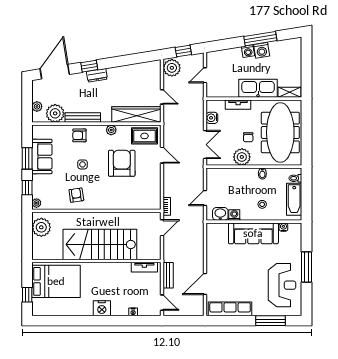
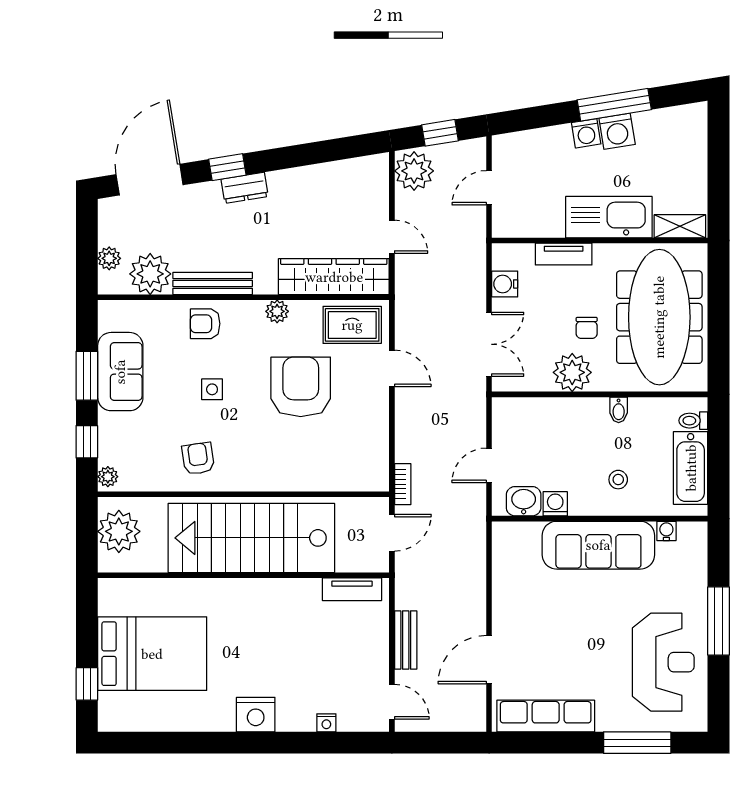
stairs: (100, 244) -> (251, 538), moved
wall: (96, 261) -> (243, 575), moved
tv unit: (144, 267) -> (352, 589), moved

